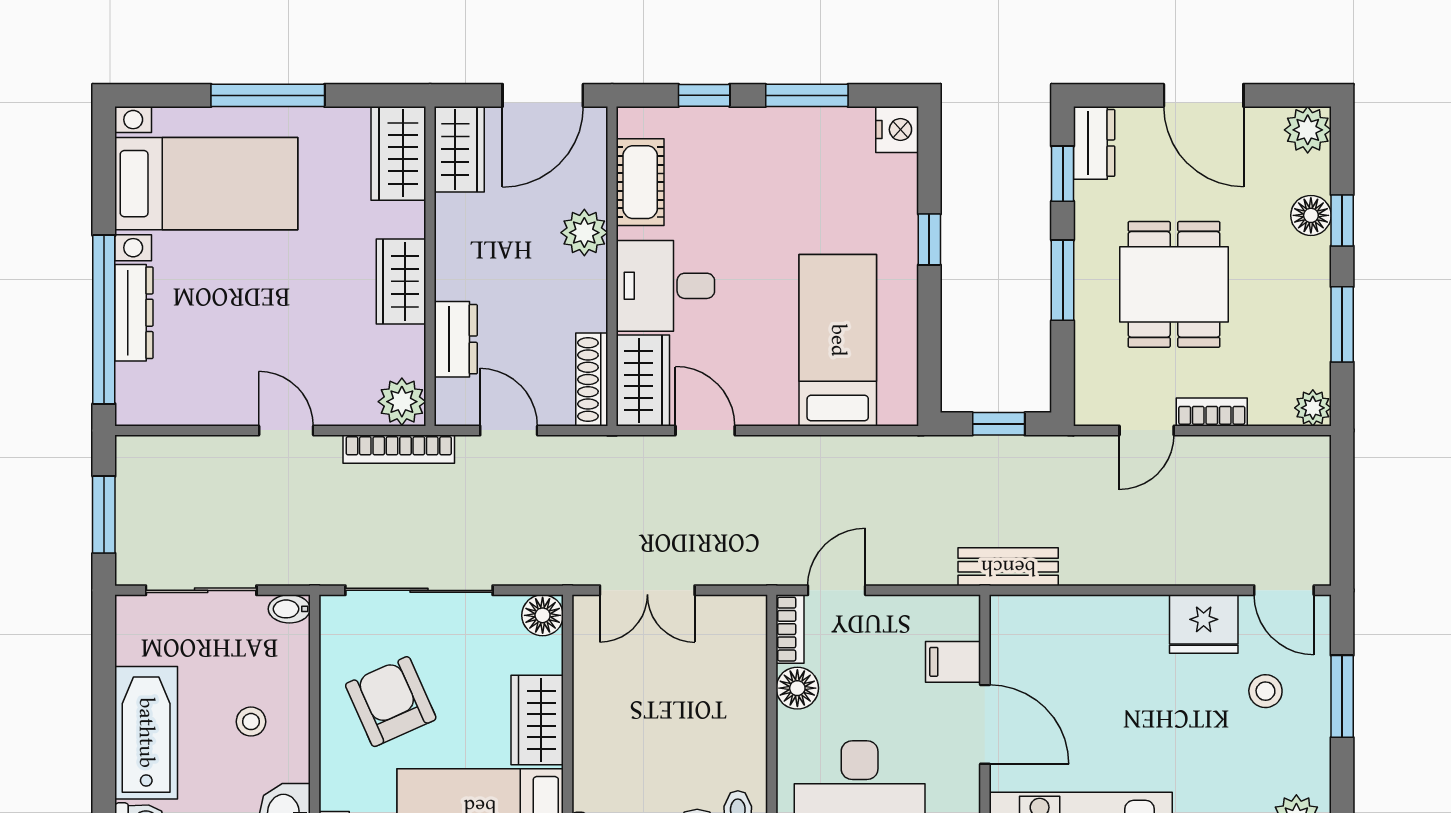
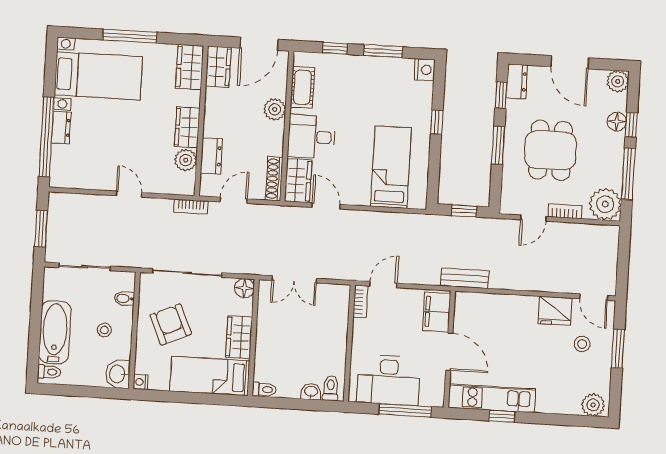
dresser: (134, 313) -> (61, 128), width x0.70
window: (1342, 324) -> (628, 174), width x1.44
plant: (402, 402) -> (186, 160), moved
plant: (1313, 408) -> (605, 204), width x1.88, depth x1.88
door: (509, 430) -> (234, 200), hinge flipped
bookcase: (399, 449) -> (191, 207), width x0.64
bidet: (289, 609) -> (124, 298), moved
filing cabinet: (953, 662) -> (437, 312), width x2.00
floor lamp: (797, 688) -> (362, 329), removed

